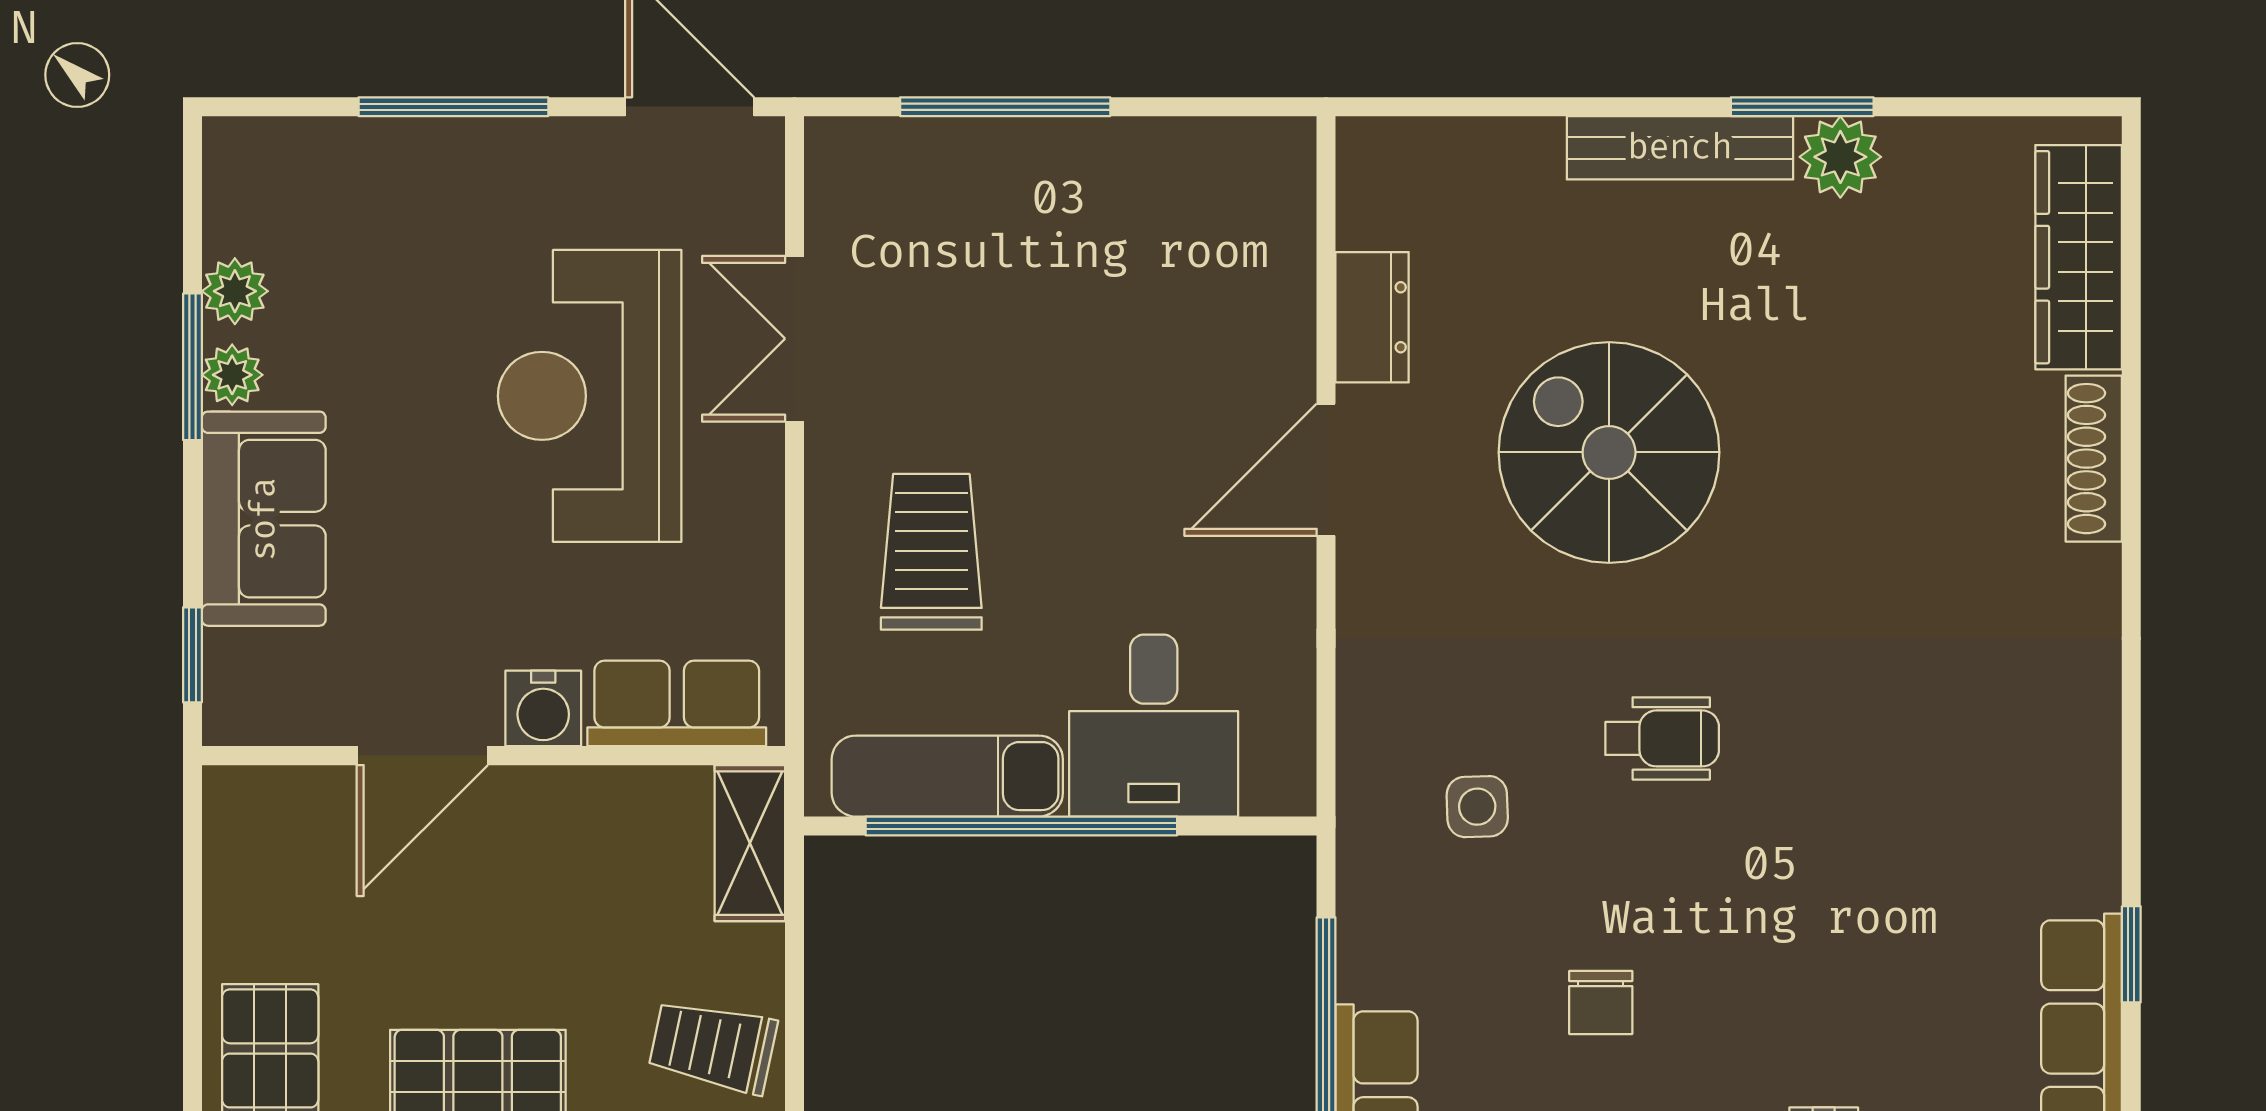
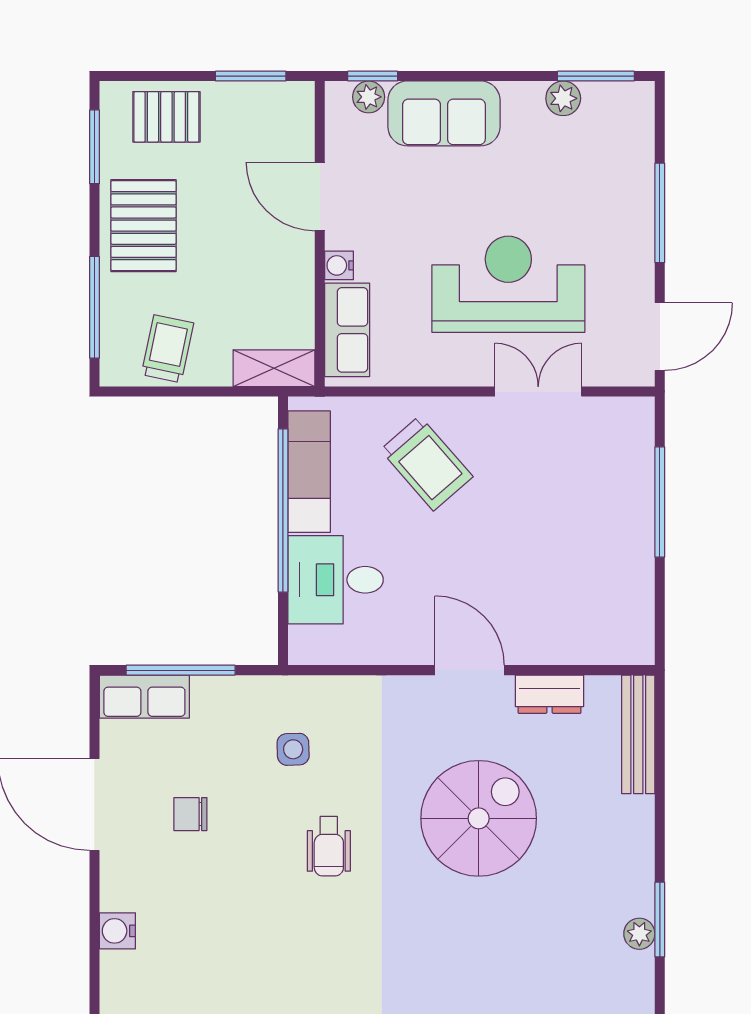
bench: (1680, 148) -> (638, 734), moved
plant: (1840, 157) -> (639, 934), width x0.73, depth x0.73
window: (192, 367) -> (596, 76), moved
plant: (232, 375) -> (369, 97), moved
trolley: (931, 552) -> (427, 463), turned 49
water cooler: (543, 708) -> (339, 265), width x0.72, depth x0.72
window: (192, 887) -> (251, 76), added

